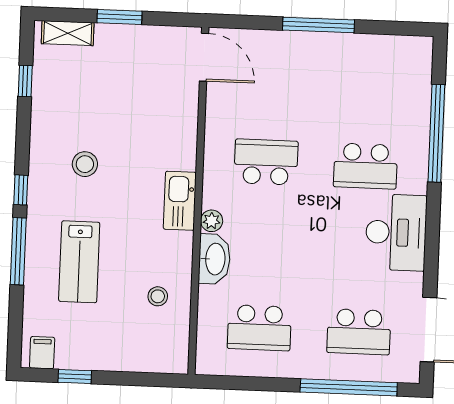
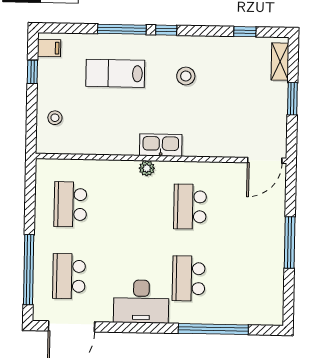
school desk: (266, 162) -> (190, 207), turned 180
washbasin: (214, 259) -> (119, 171), removed
stool: (158, 296) -> (55, 118), moved

